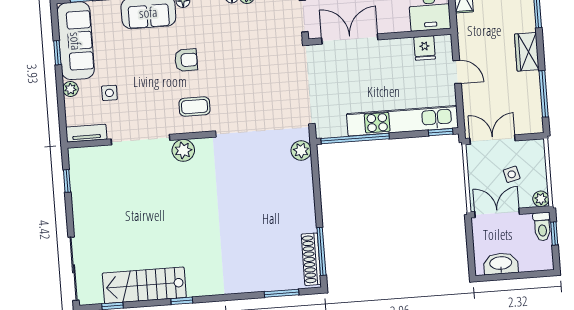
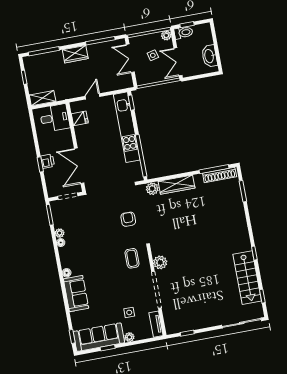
armchair: (186, 60) -> (128, 219), moved
double door: (493, 140) -> (130, 58), moved
wardrobe: (303, 190) -> (177, 185), added

